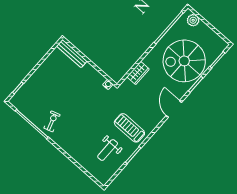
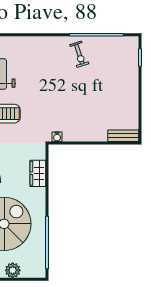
plant: (193, 20) -> (13, 270), moved
bench: (72, 54) -> (123, 136), width x0.73

